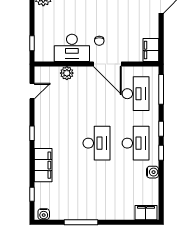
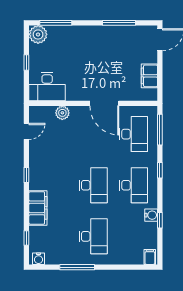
chair: (99, 41) -> (96, 79), removed
window: (32, 43) -> (26, 62), moved
desk: (72, 48) -> (47, 87), moved
filing cabinet: (151, 50) -> (149, 76), moved
window: (161, 153) -> (160, 220), moved
desk: (97, 193) -> (93, 236), added
filing cabinet: (146, 213) -> (150, 257), width x0.50

